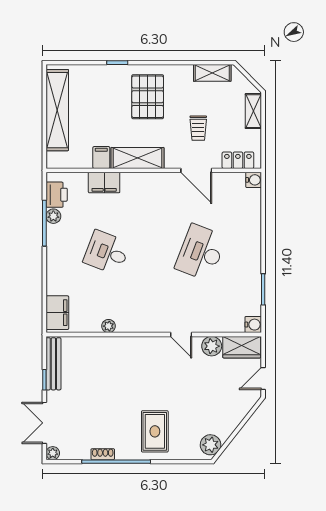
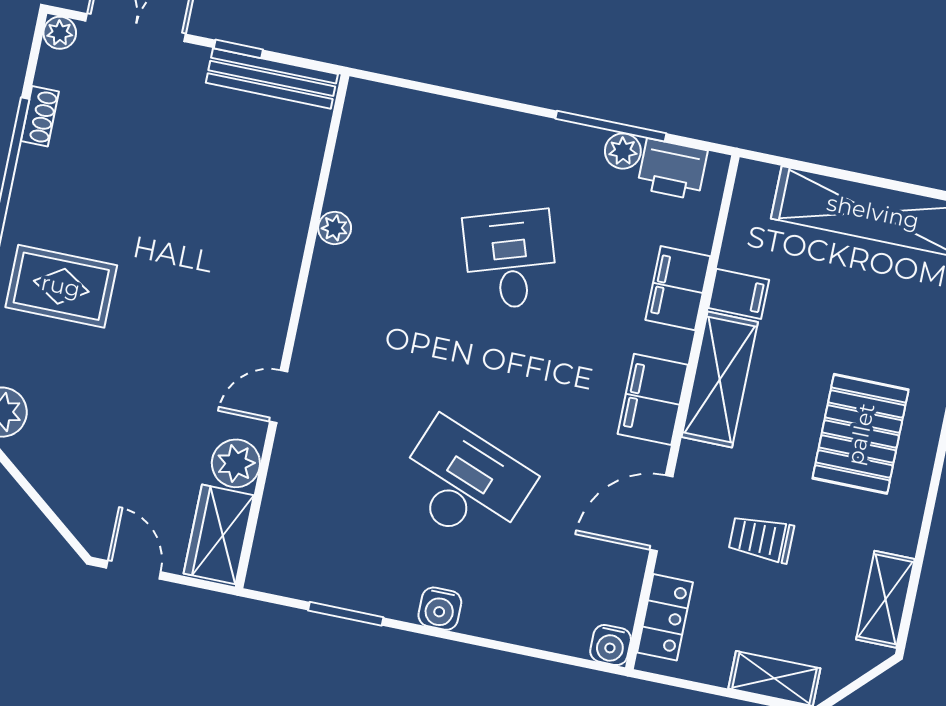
pallet: (148, 97) -> (861, 434), turned 90
desk: (107, 252) -> (510, 260), turned -39
filing cabinet: (57, 313) -> (653, 399), moved, turned 90
water cooler: (253, 325) -> (440, 609), moved
shoe rack: (103, 454) -> (40, 116), moved

